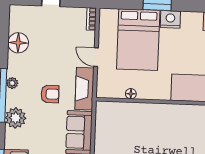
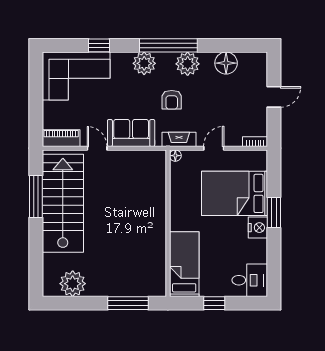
plant: (12, 83) -> (188, 64), width x1.87, depth x1.87
fireplace: (84, 89) -> (179, 139), width x0.73, depth x0.76
floor lamp: (131, 94) -> (175, 156), moved

